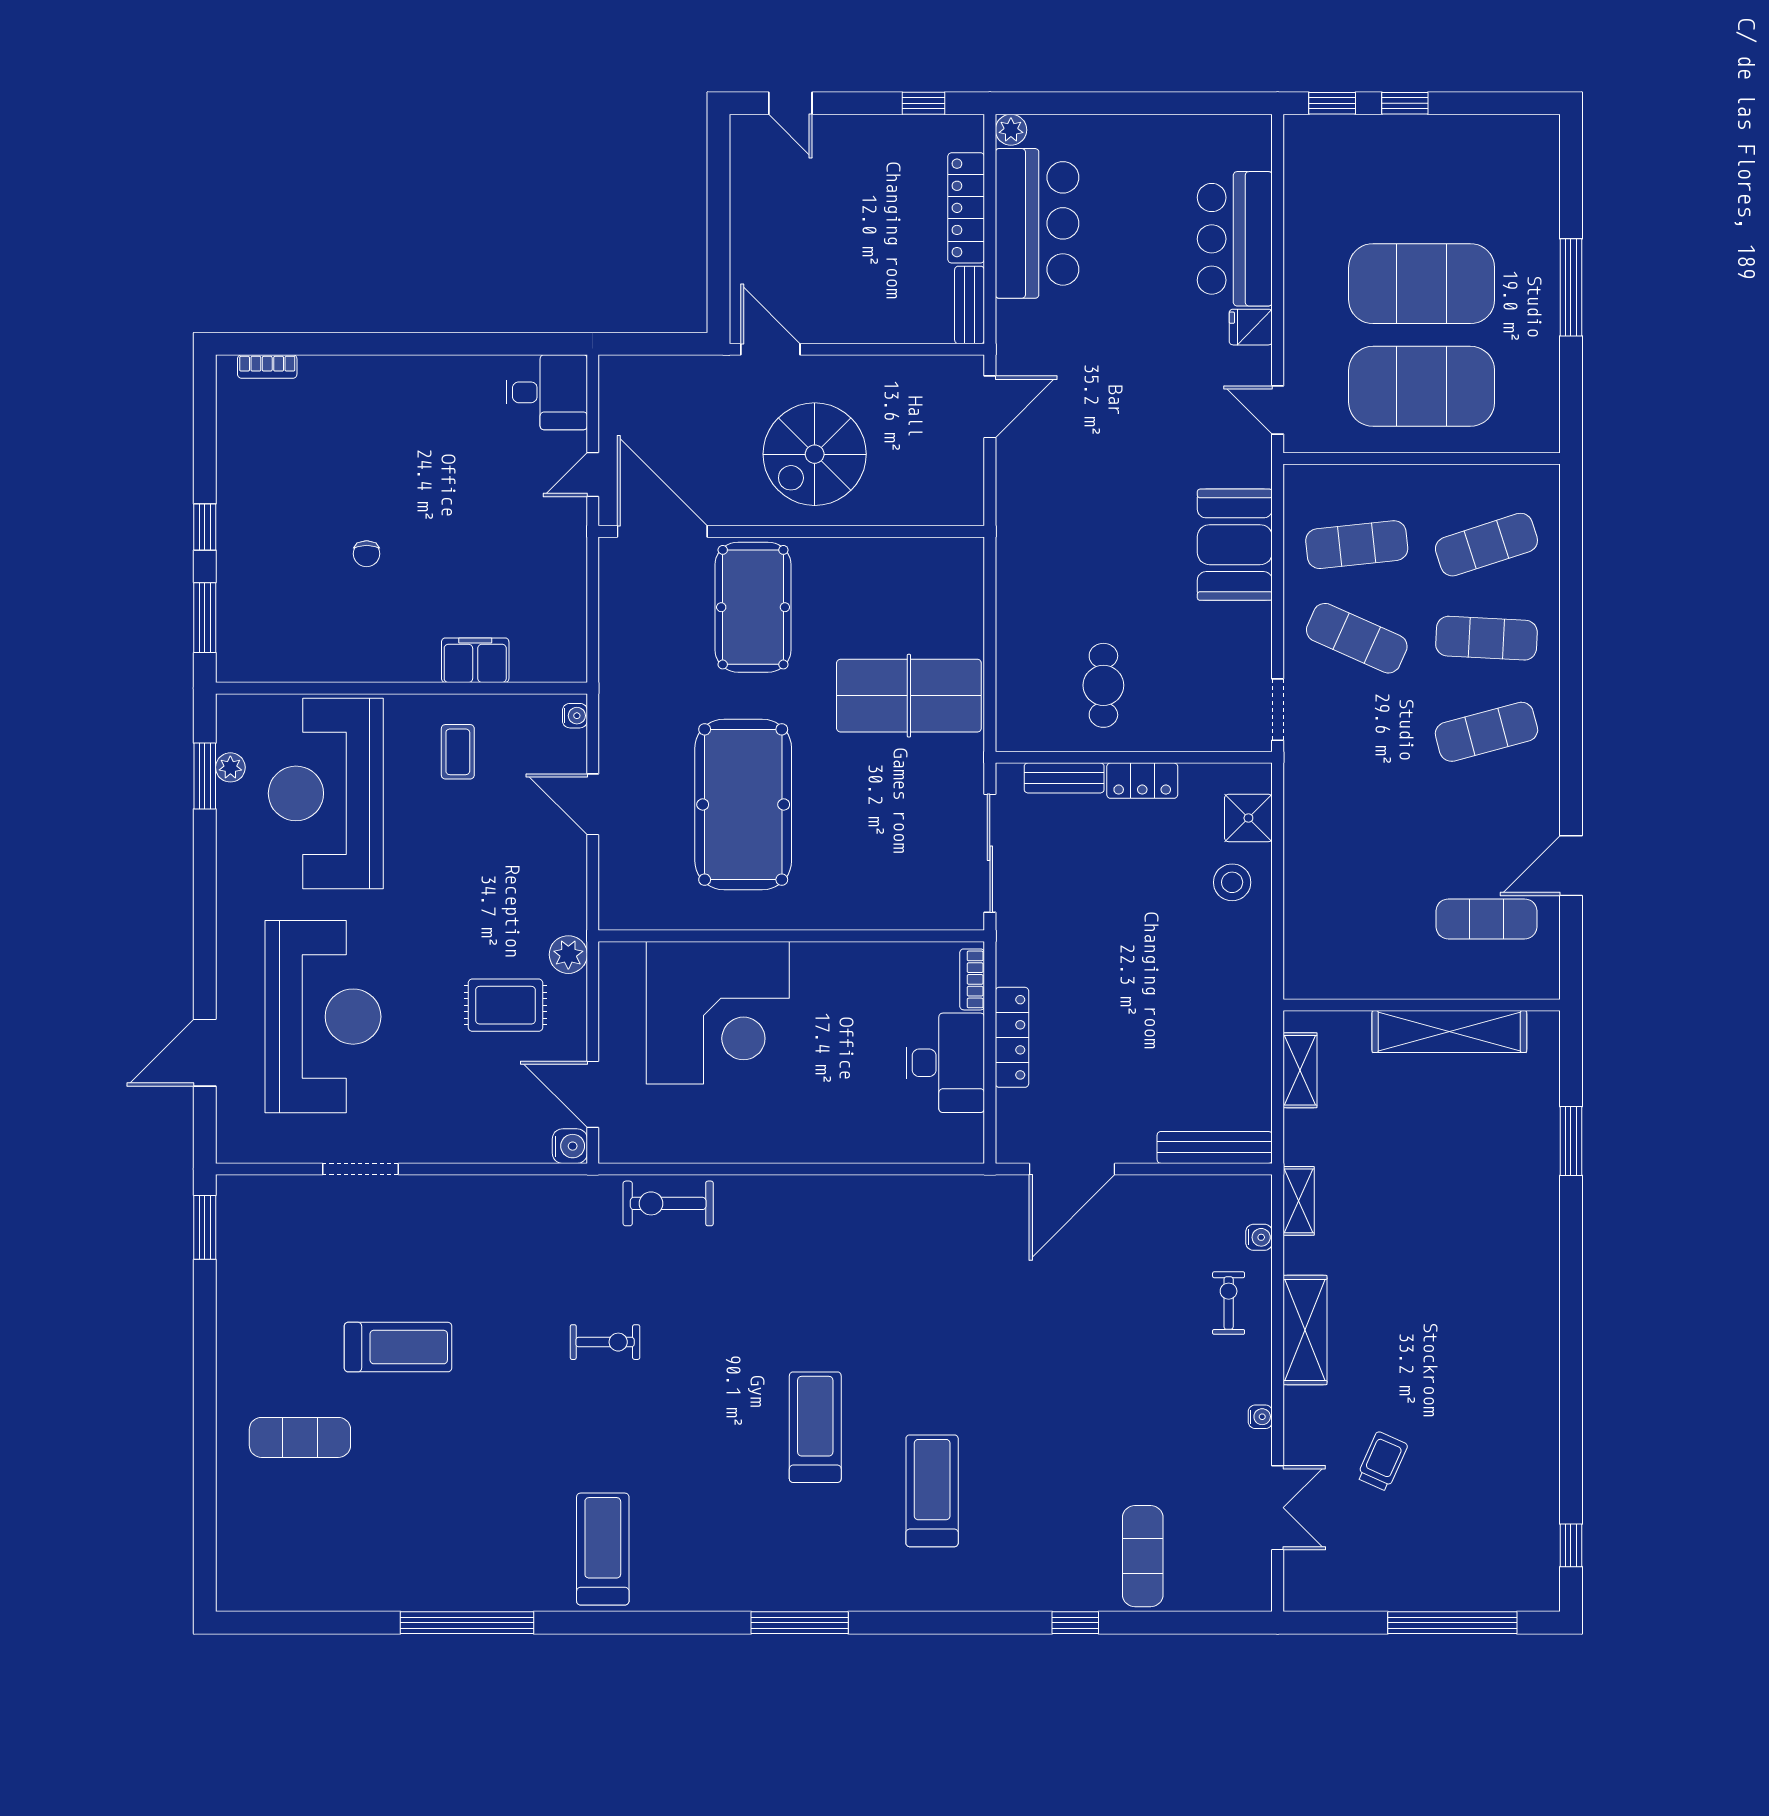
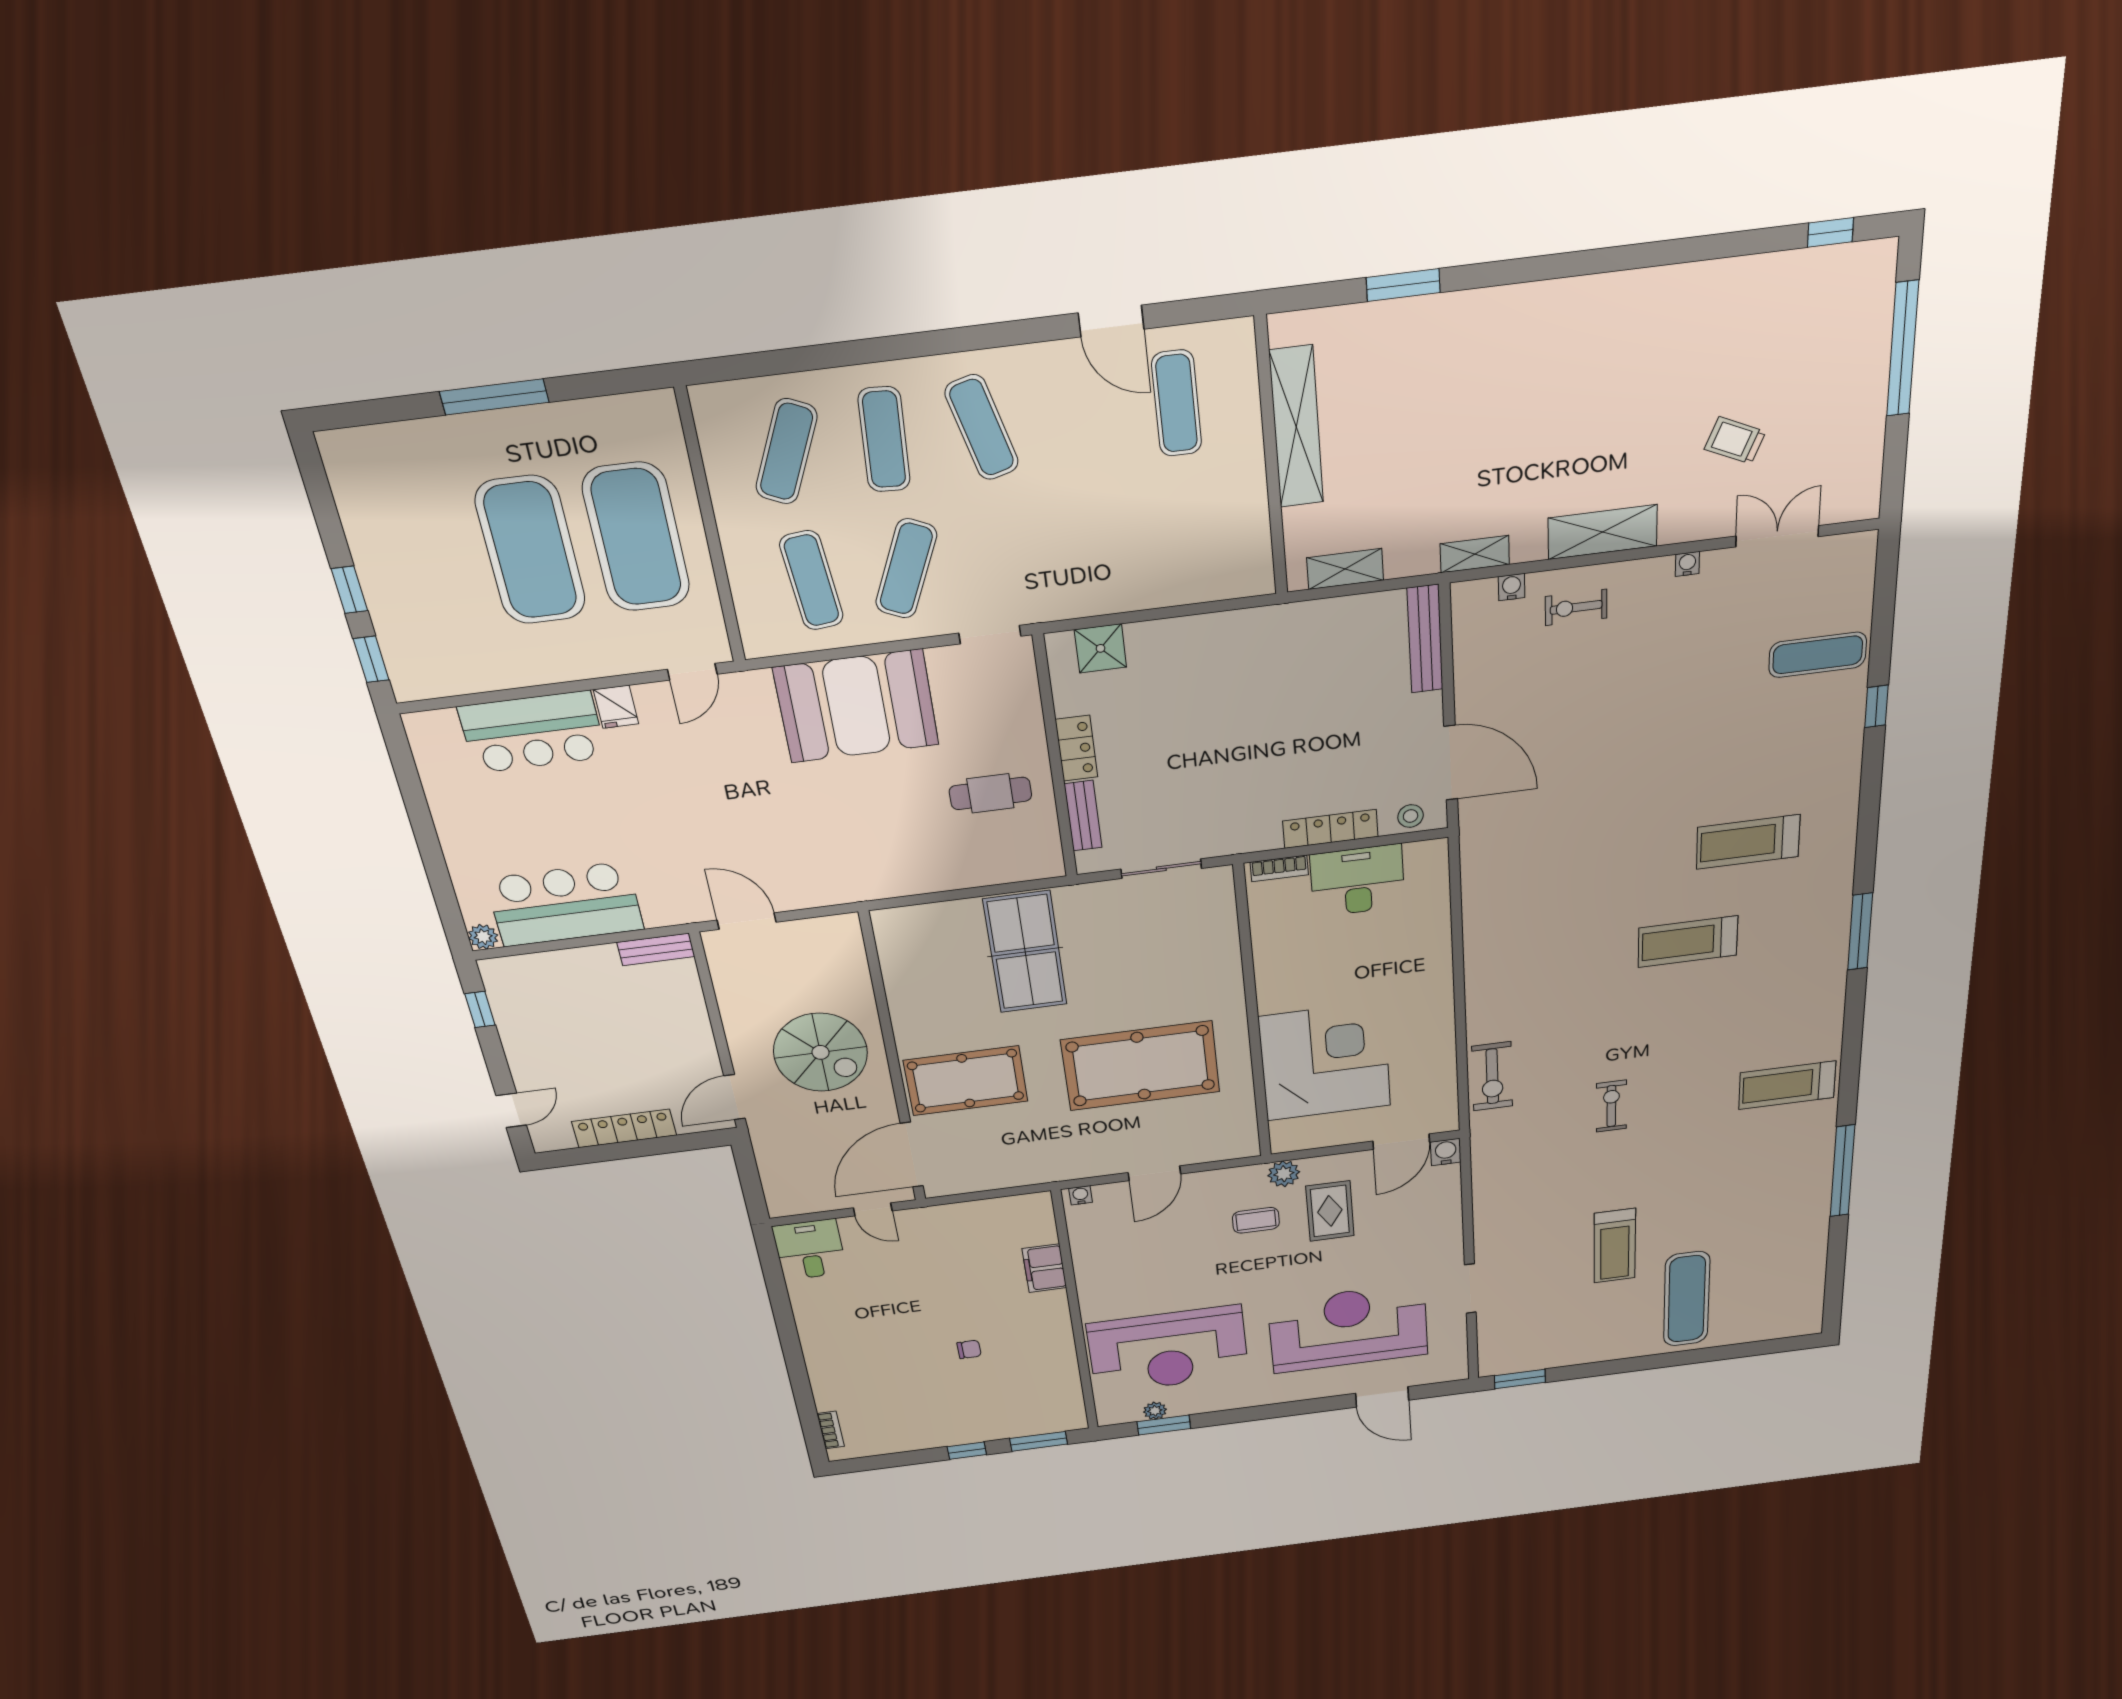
locker: (966, 208) -> (624, 1128), moved, turned 180
booth: (1235, 545) -> (856, 706), width x1.36, depth x1.42
exercise mat: (1486, 545) -> (786, 452), turned 42
coffee table: (458, 752) -> (1256, 1220), moved
sliding door: (990, 853) -> (1161, 869), width x0.73
stool: (1232, 882) -> (1411, 816), moved, width x0.73, depth x0.73
treadmill: (398, 1347) -> (1615, 1246), turned 180
exercise mat: (300, 1437) -> (1687, 1299), width x1.36, depth x1.45

